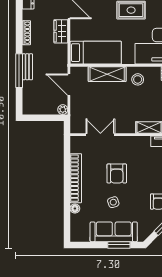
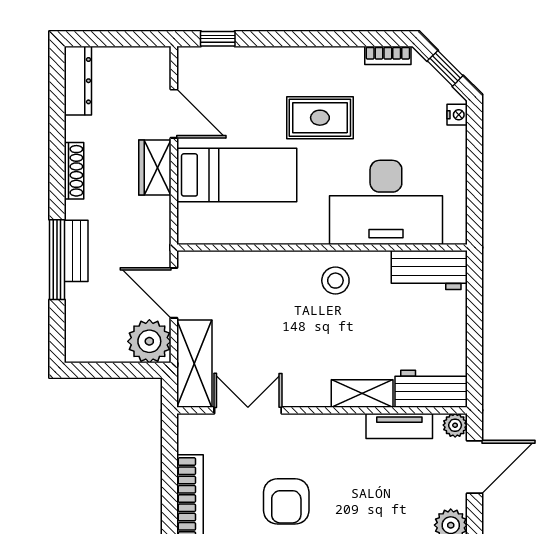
bed: (96, 53) -> (237, 175), moved
shelving: (107, 74) -> (194, 364), moved, turned 90
plant: (63, 110) -> (149, 341), width x1.88, depth x1.88

